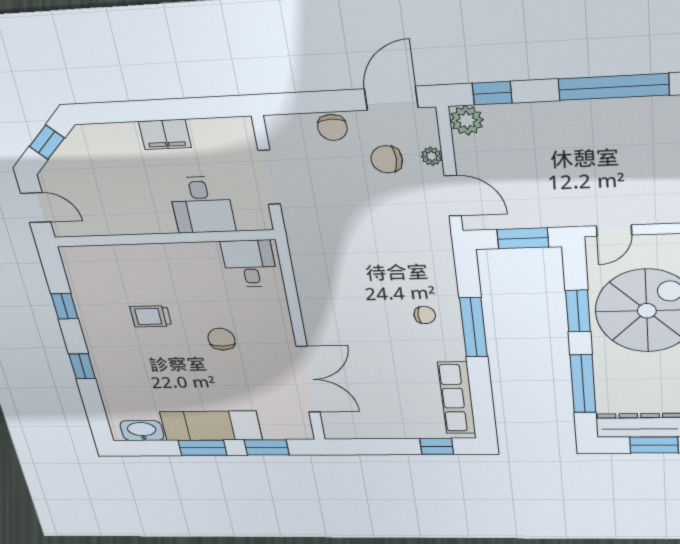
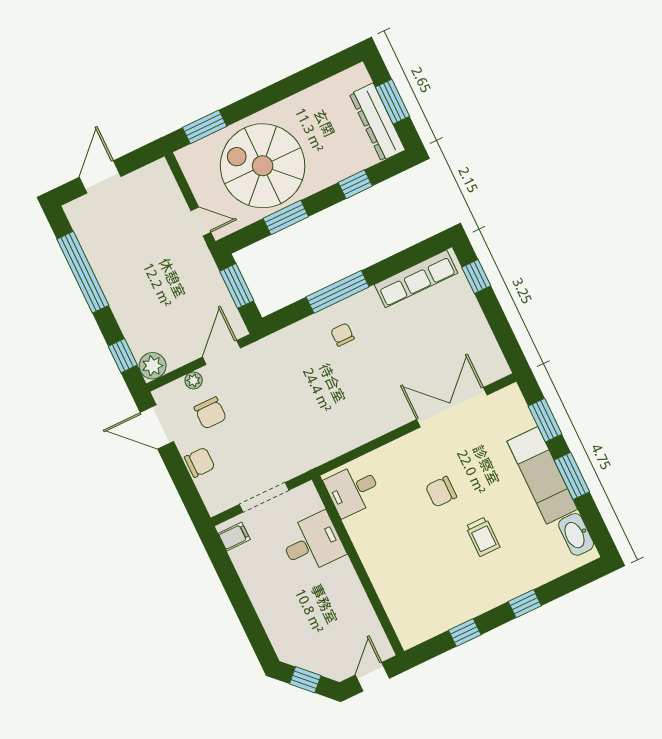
filing cabinet: (165, 134) -> (234, 536), moved, width x0.50
trolley: (151, 316) -> (483, 537), moved
window: (583, 384) -> (355, 184), width x0.46

